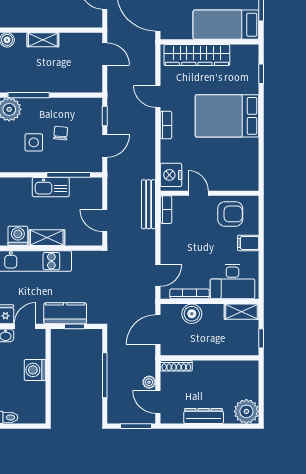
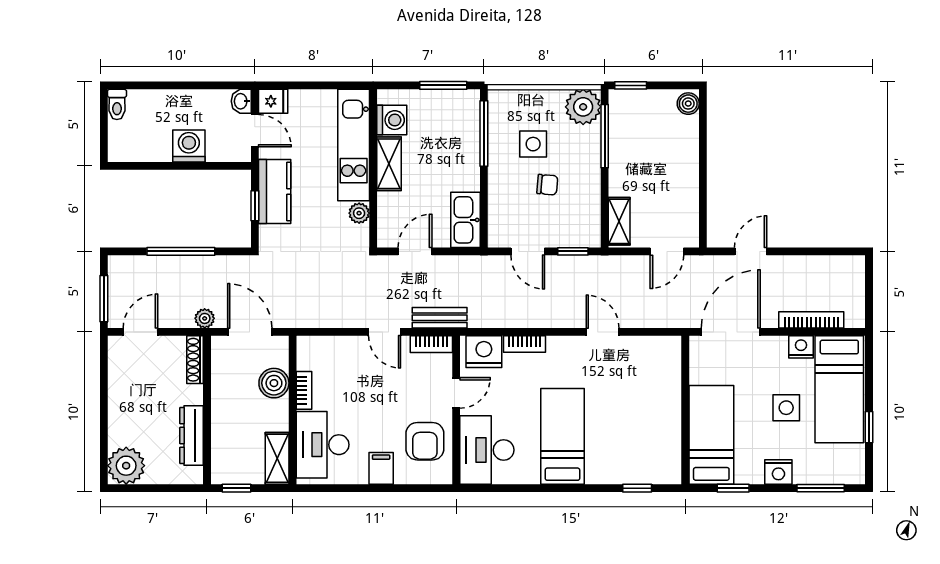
shelving: (43, 40) -> (619, 221), moved
wardrobe: (197, 55) -> (665, 391), removed
door: (158, 96) -> (603, 332), hinge flipped
bed: (227, 116) -> (562, 436), width x0.67
bookcase: (166, 125) -> (525, 344), moved
desk: (236, 173) -> (487, 450), added
window: (69, 175) -> (484, 134), moved
kitchen sink: (51, 187) -> (466, 220), moved
bench: (149, 204) -> (440, 318), width x0.73
plant: (79, 257) -> (359, 213), added
door: (158, 276) -> (385, 332), moved
bookcase: (189, 294) -> (304, 390), width x0.64
plant: (149, 382) -> (205, 318), moved
dresser: (204, 416) -> (192, 436), moved, turned 180

